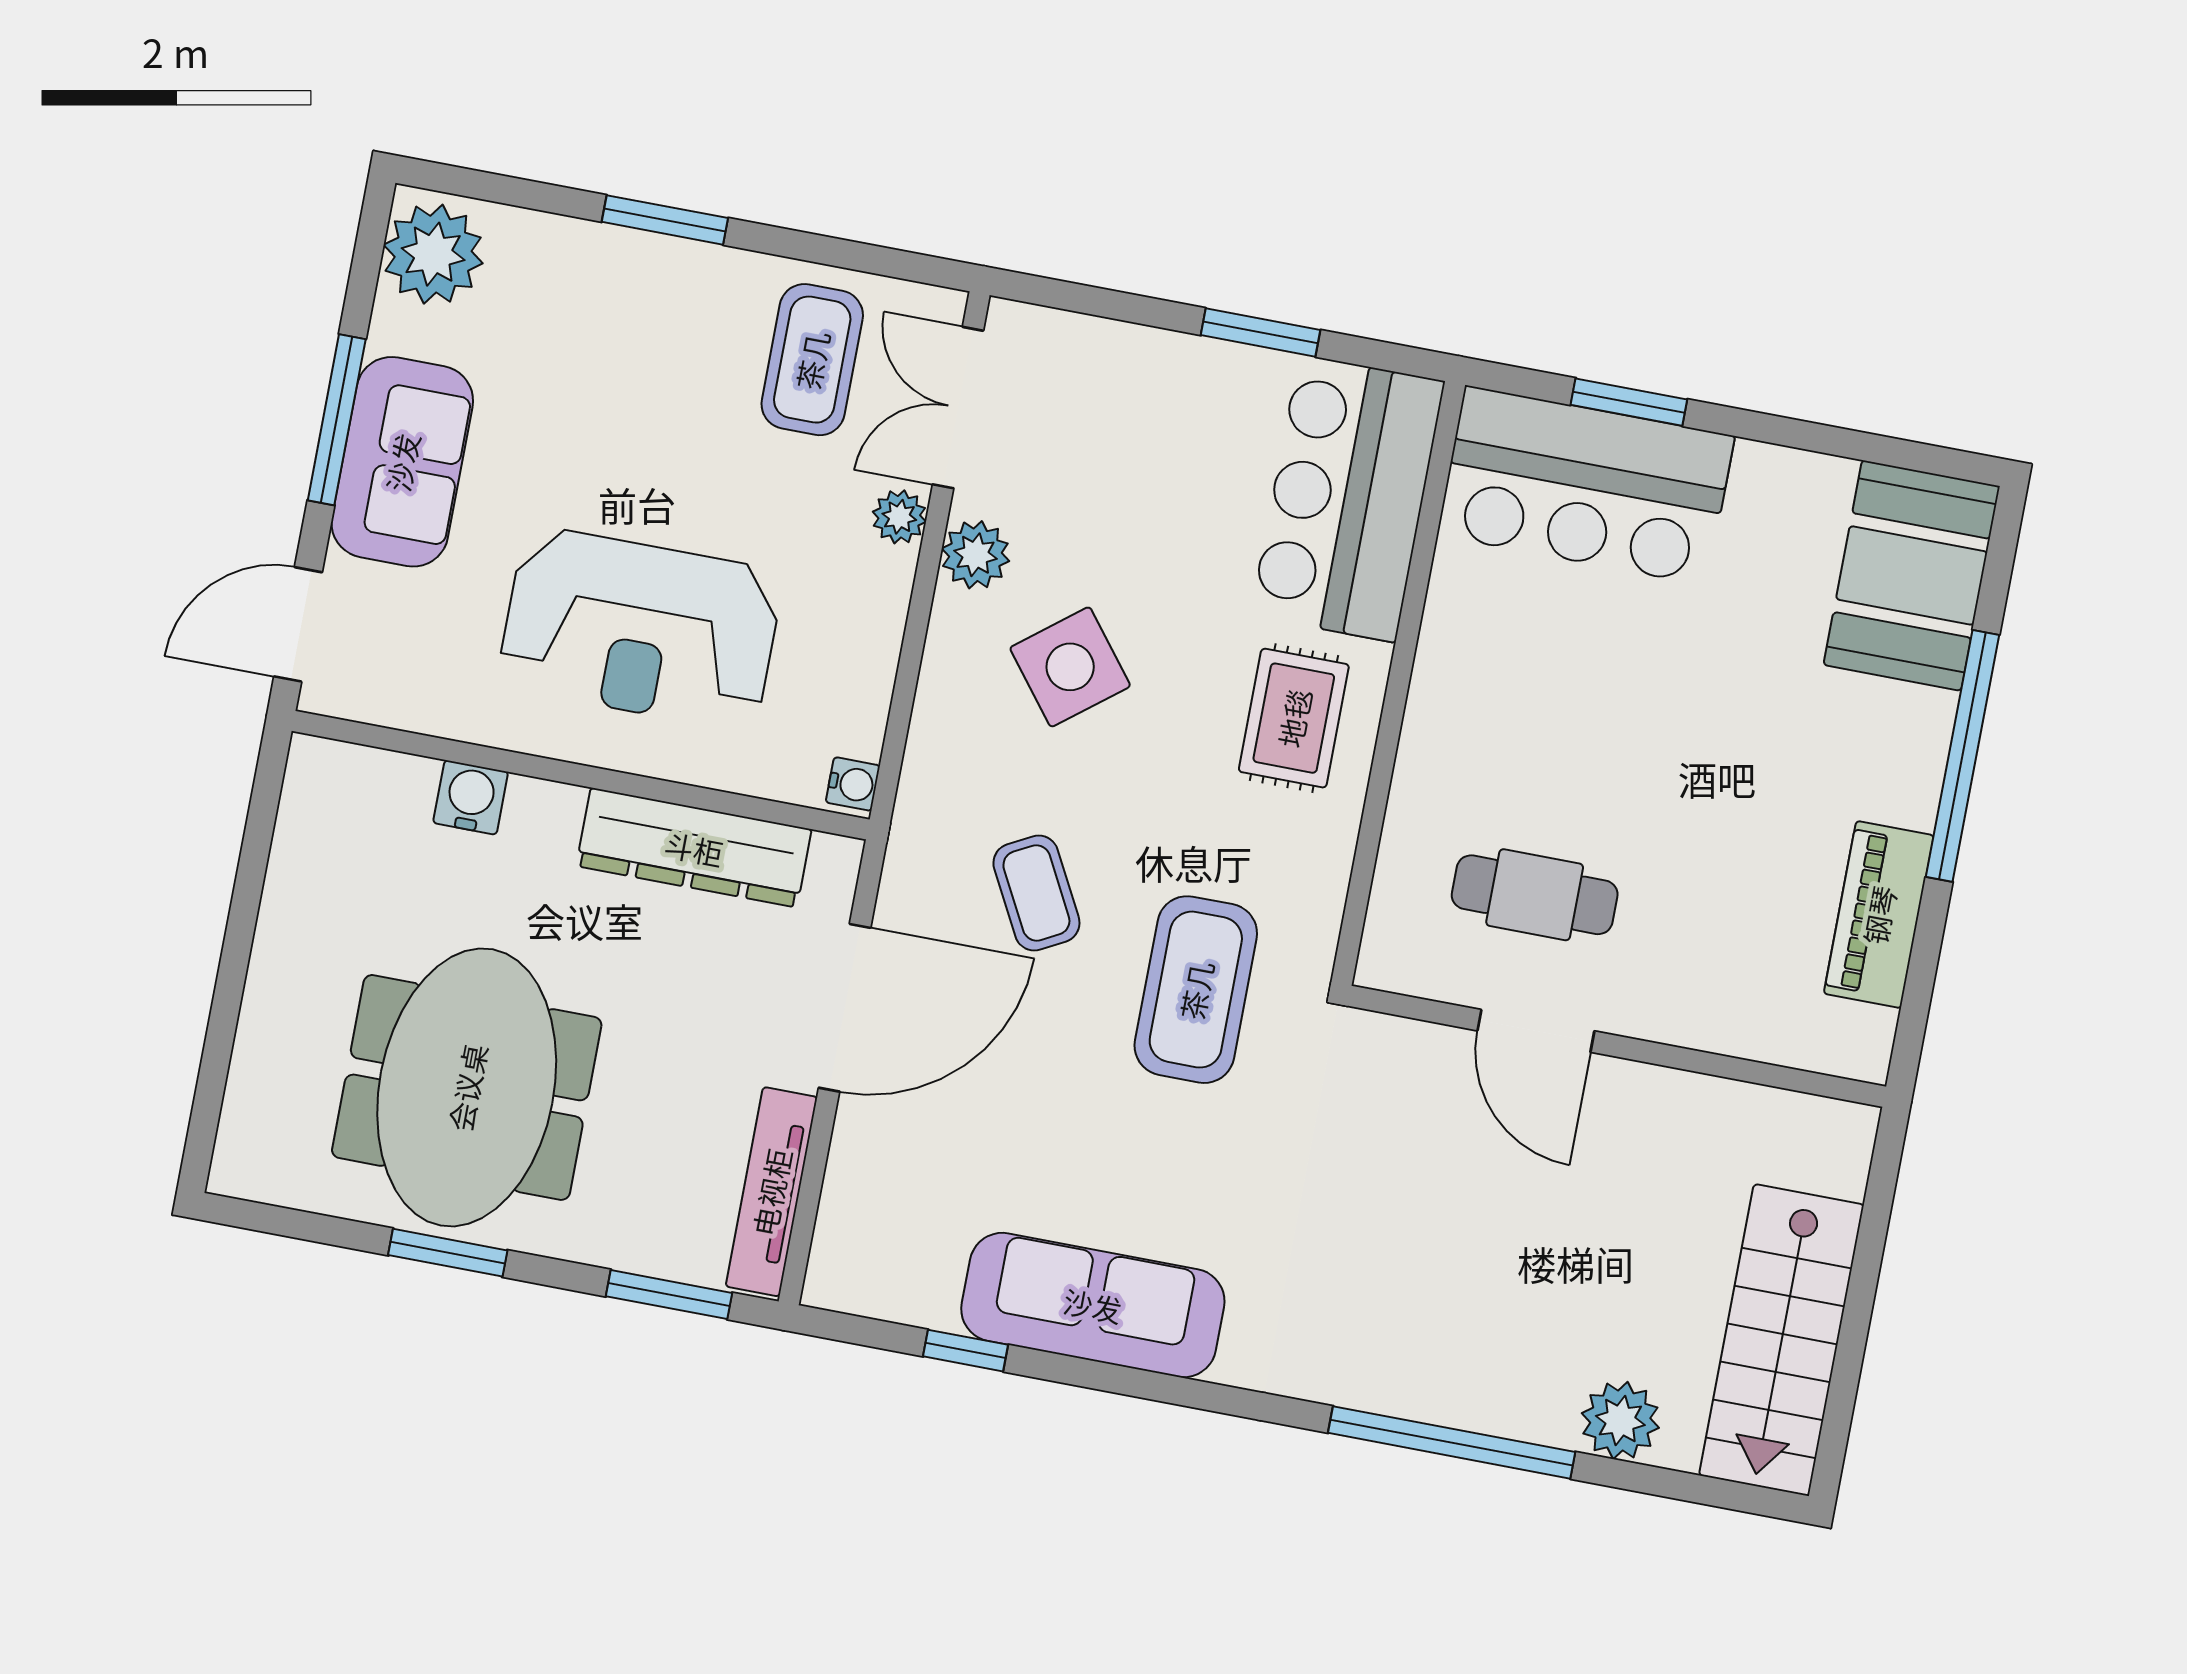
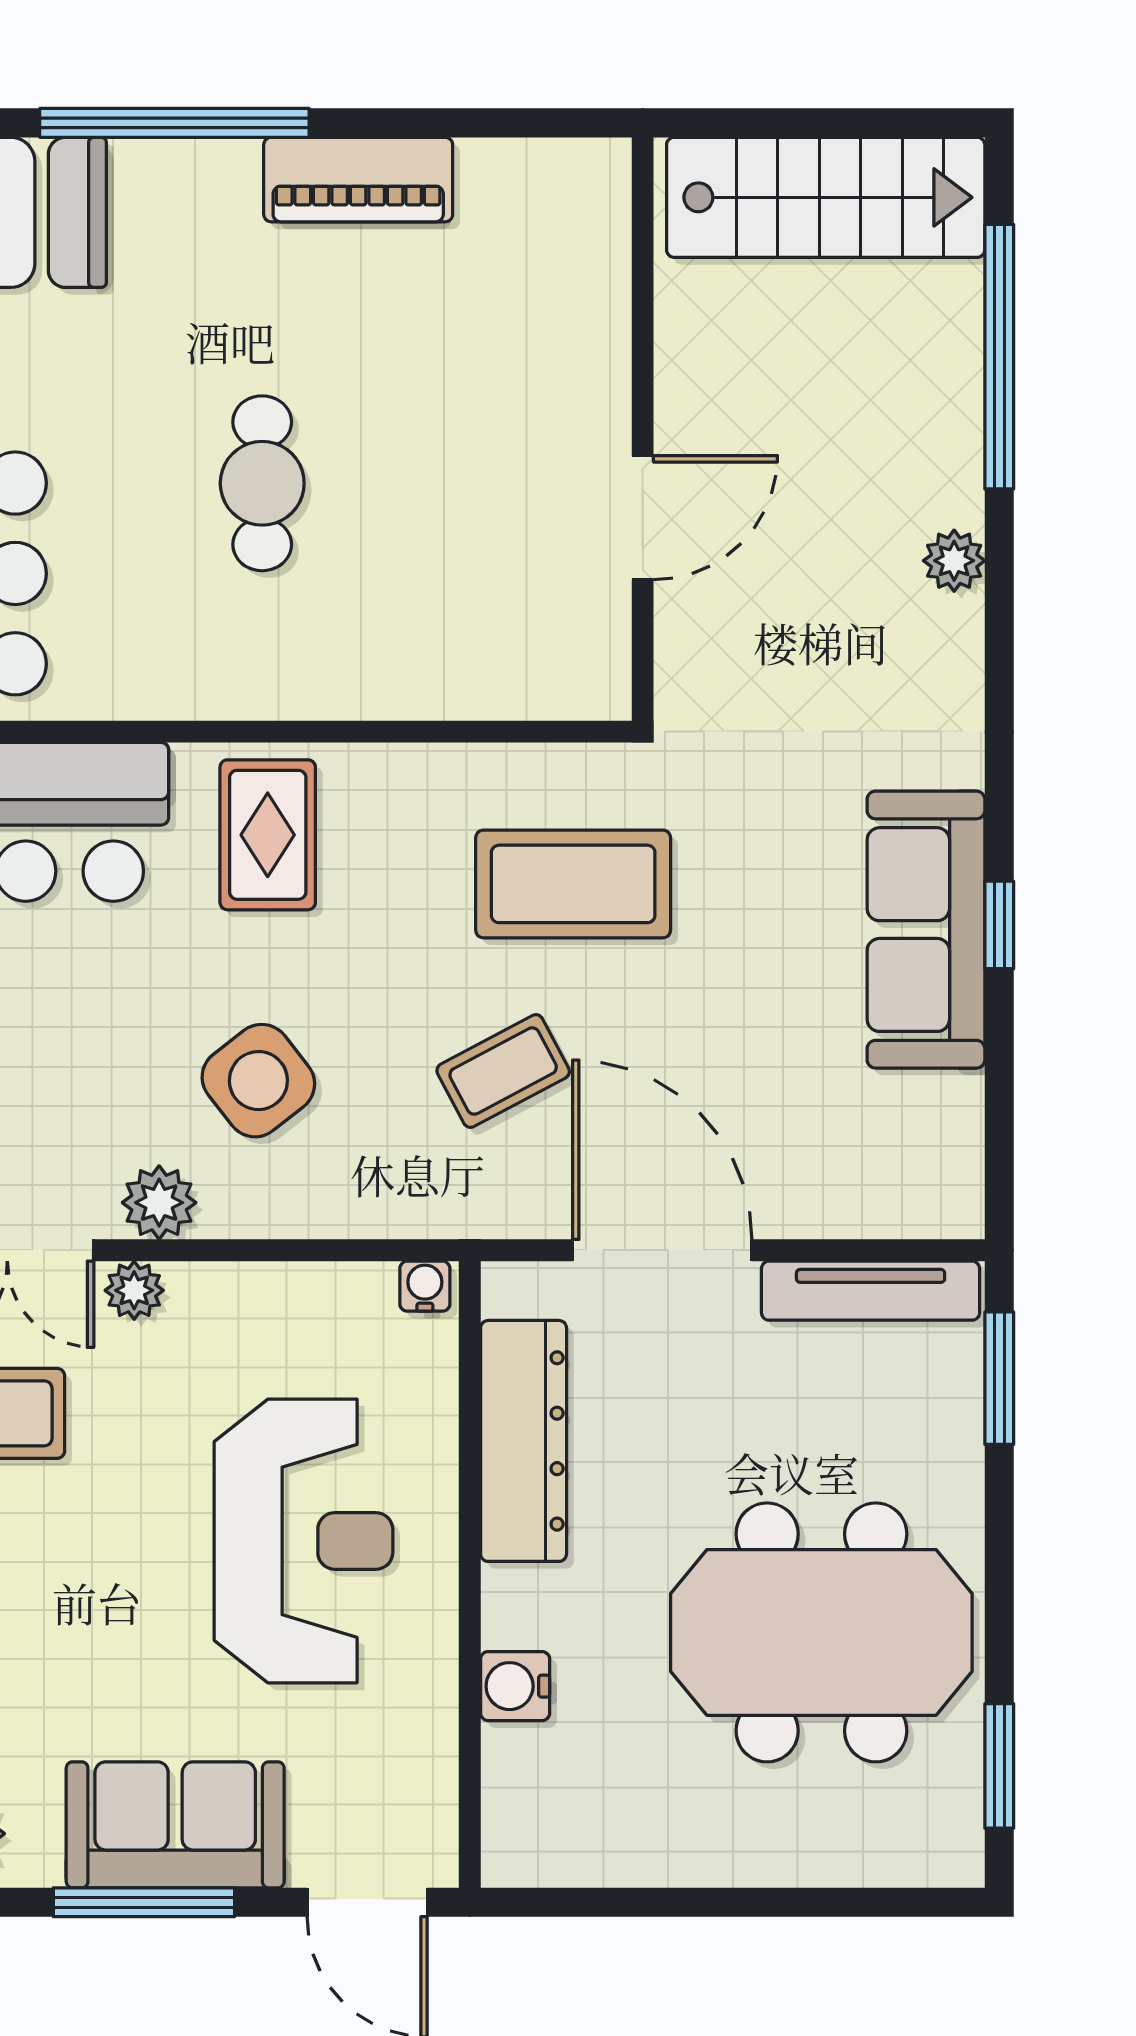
rug: (1294, 718) -> (268, 835), turned 90
cafe table: (1535, 895) -> (262, 483), moved
door: (1536, 1031) -> (643, 518), moved
wall: (1617, 1046) -> (643, 429), moved
window: (448, 1253) -> (999, 1766), moved
window: (966, 1351) -> (999, 925), moved
plant: (1620, 1420) -> (954, 561), moved, width x0.73, depth x0.73
window: (1452, 1442) -> (999, 357), moved

